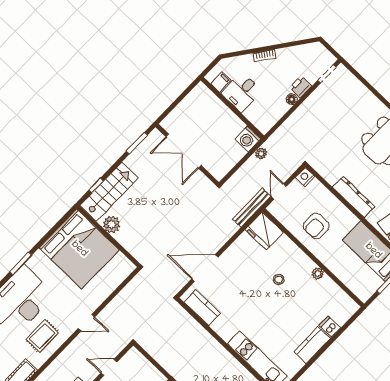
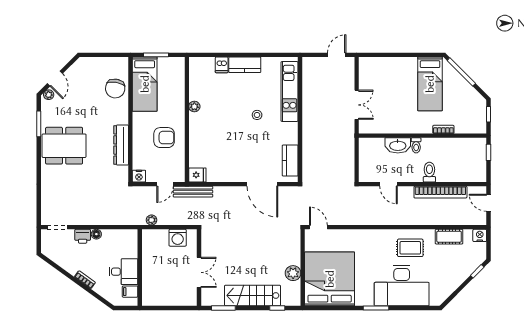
washing machine: (248, 139) -> (178, 238), moved, turned 90
double door: (183, 151) -> (199, 272), width x0.73
stairs: (109, 192) -> (252, 296), moved
dresser: (354, 197) -> (121, 145), moved
fridge: (264, 231) -> (197, 175), width x0.53, depth x0.75
stool: (279, 279) -> (257, 115), moved
door: (86, 323) -> (318, 227), moved

